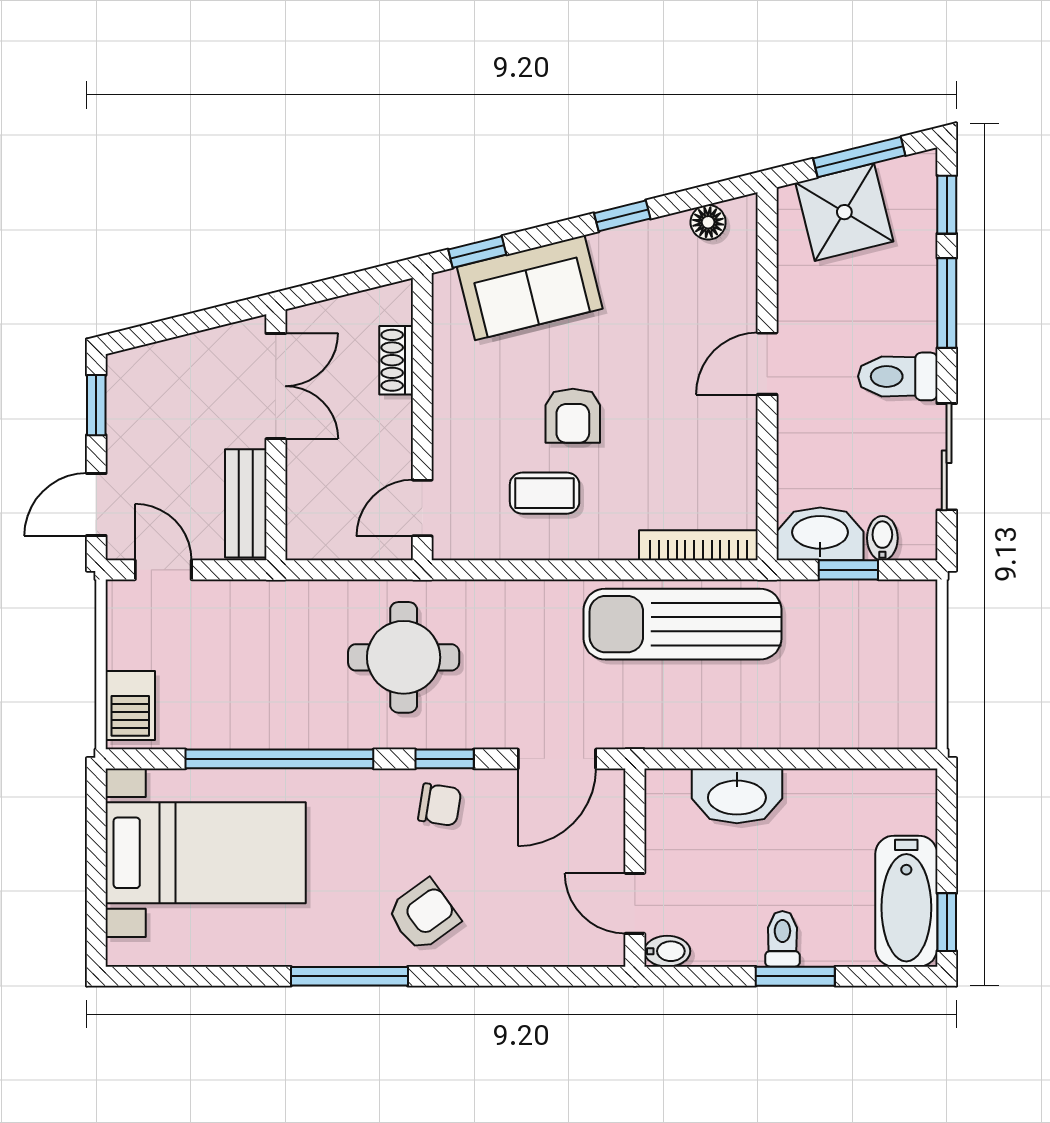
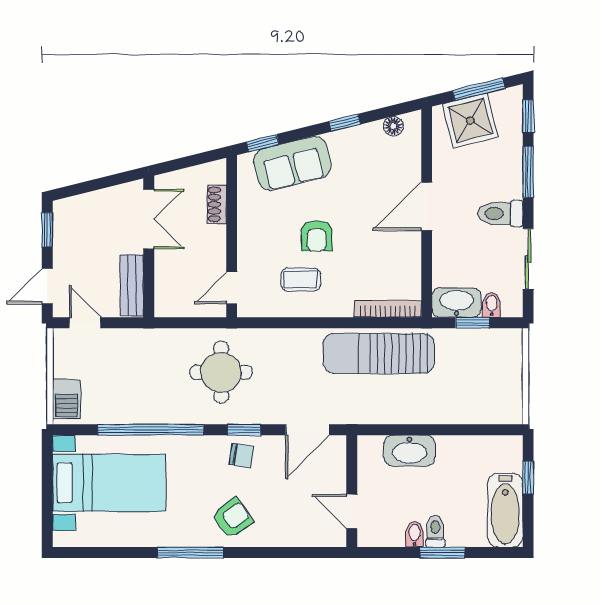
door: (767, 364) -> (427, 206), width x1.38
window: (947, 922) -> (528, 477), moved
bidet: (667, 951) -> (415, 534), moved, turned -90

